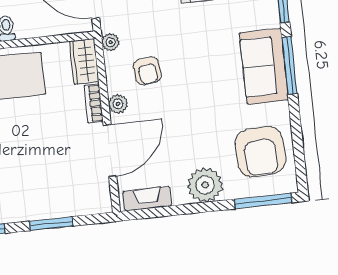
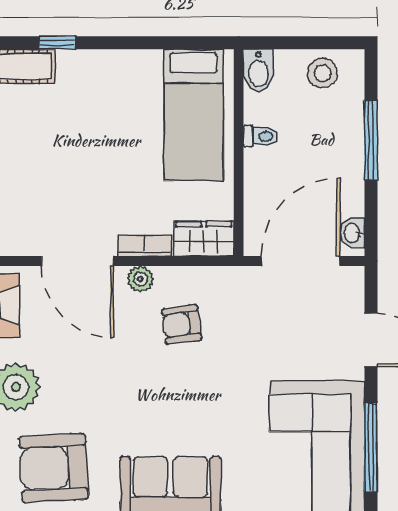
plant: (111, 42) -> (226, 278), removed

